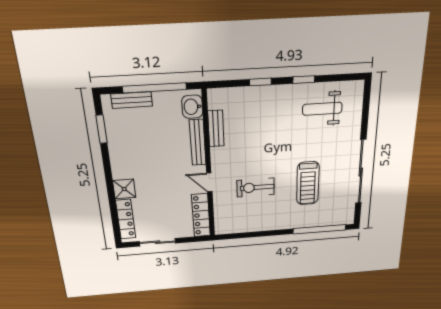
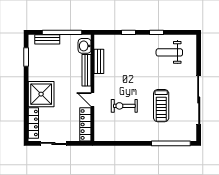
shower: (124, 189) -> (41, 94), width x1.86, depth x1.86

